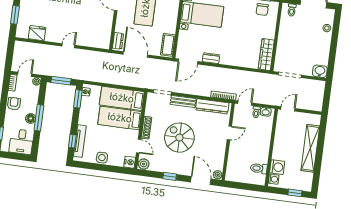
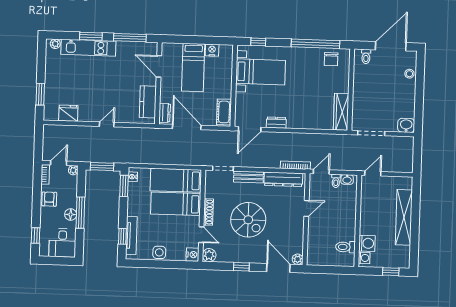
kitchen counter: (105, 30) -> (148, 102), added
spiral stairs: (179, 138) -> (248, 220), turned 180

